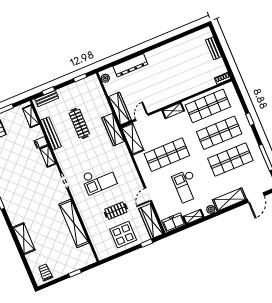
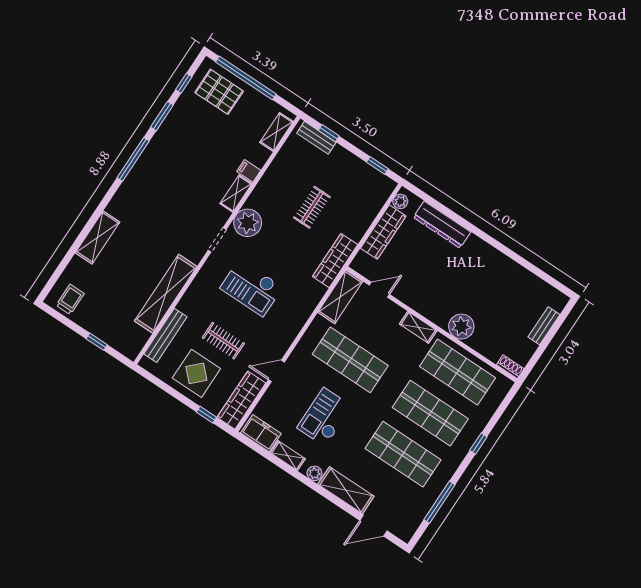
plant: (187, 89) -> (461, 327), added
wardrobe: (120, 108) -> (383, 232), moved
clothes rail: (79, 123) -> (312, 207), width x0.73
bench: (51, 133) -> (165, 335), moved
plant: (66, 160) -> (248, 223), added

